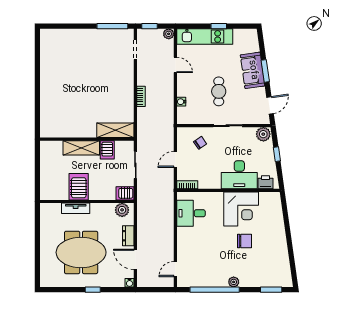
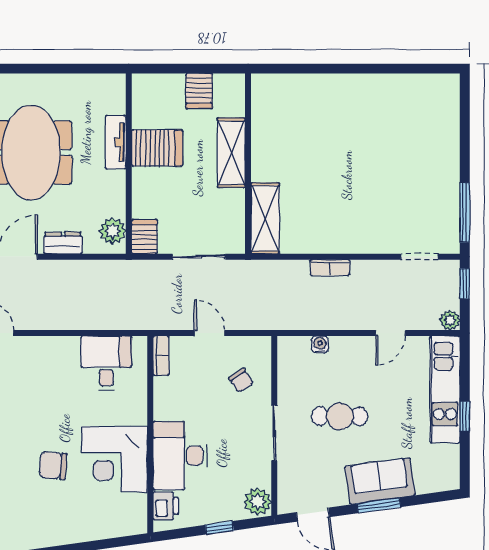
server rack: (107, 150) -> (199, 91), moved, turned -90
chair: (244, 241) -> (53, 465), turned 95

